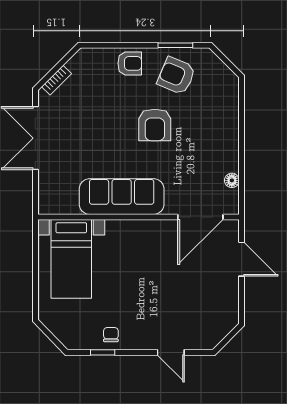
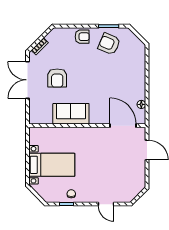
armchair: (155, 125) -> (57, 78), moved
sofa: (122, 197) -> (71, 114), width x0.73
door: (200, 217) -> (123, 126), swing flipped
bed with nightstands: (71, 259) -> (52, 165), moved, turned -90

